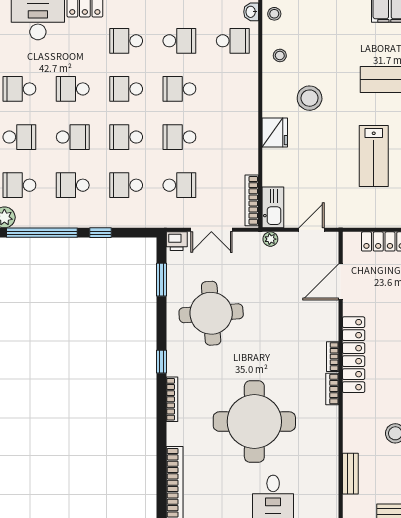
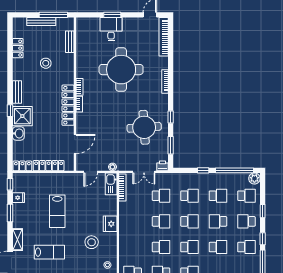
lab bench: (374, 156) -> (57, 211), turned 180
school desk: (179, 185) -> (161, 196), turned 180
double door: (211, 230) -> (144, 172), swing flipped
window: (162, 362) -> (171, 117), moved

